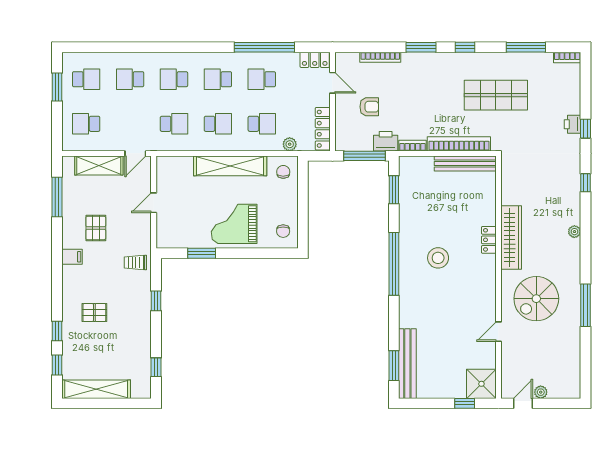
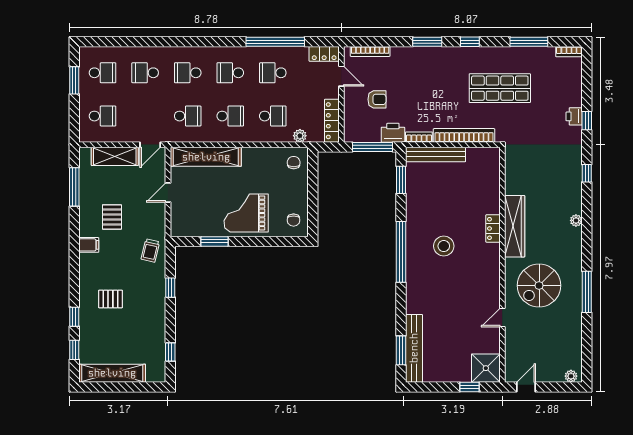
bookcase: (380, 57) -> (370, 51), moved
school desk: (86, 124) -> (103, 116), turned 180
bench: (465, 164) -> (436, 154), moved
shelving: (230, 166) -> (206, 157), moved
trolley: (135, 262) -> (150, 250), turned -77
plant: (541, 392) -> (571, 376), moved

